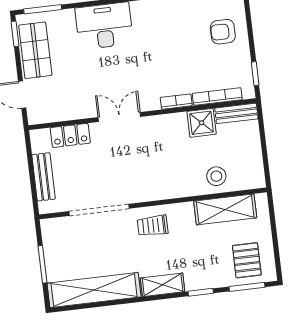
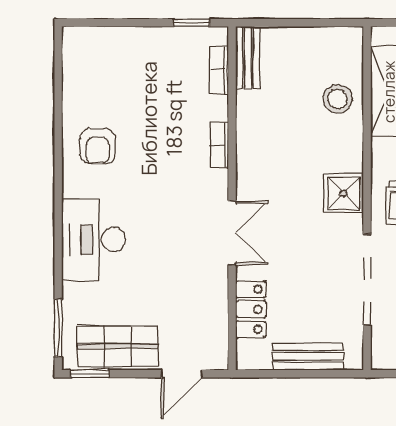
armchair: (223, 32) -> (98, 146), moved
bookcase: (217, 97) -> (219, 70), width x0.64
double door: (119, 117) -> (232, 233), swing flipped
shower: (202, 123) -> (344, 193), moved

